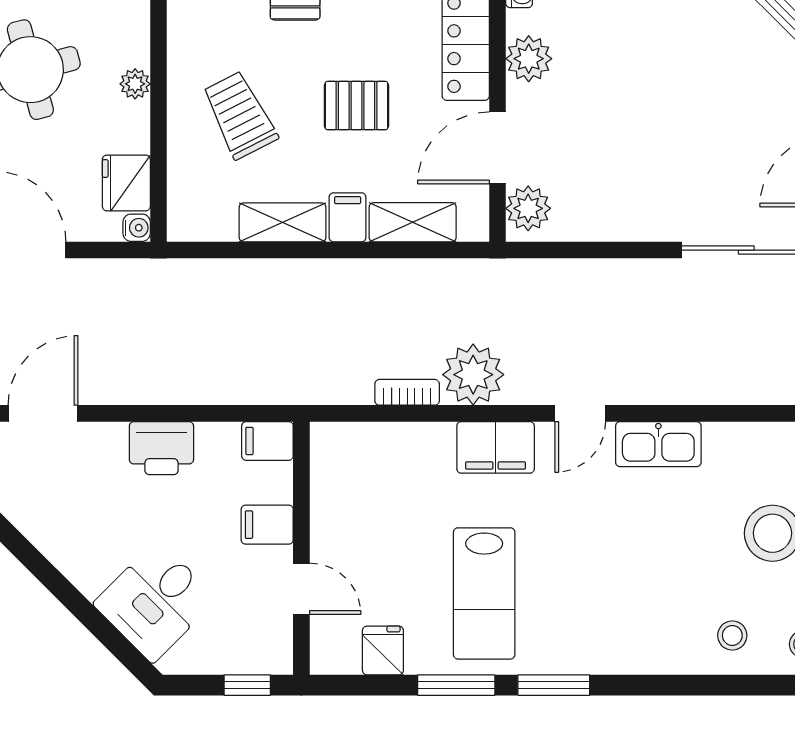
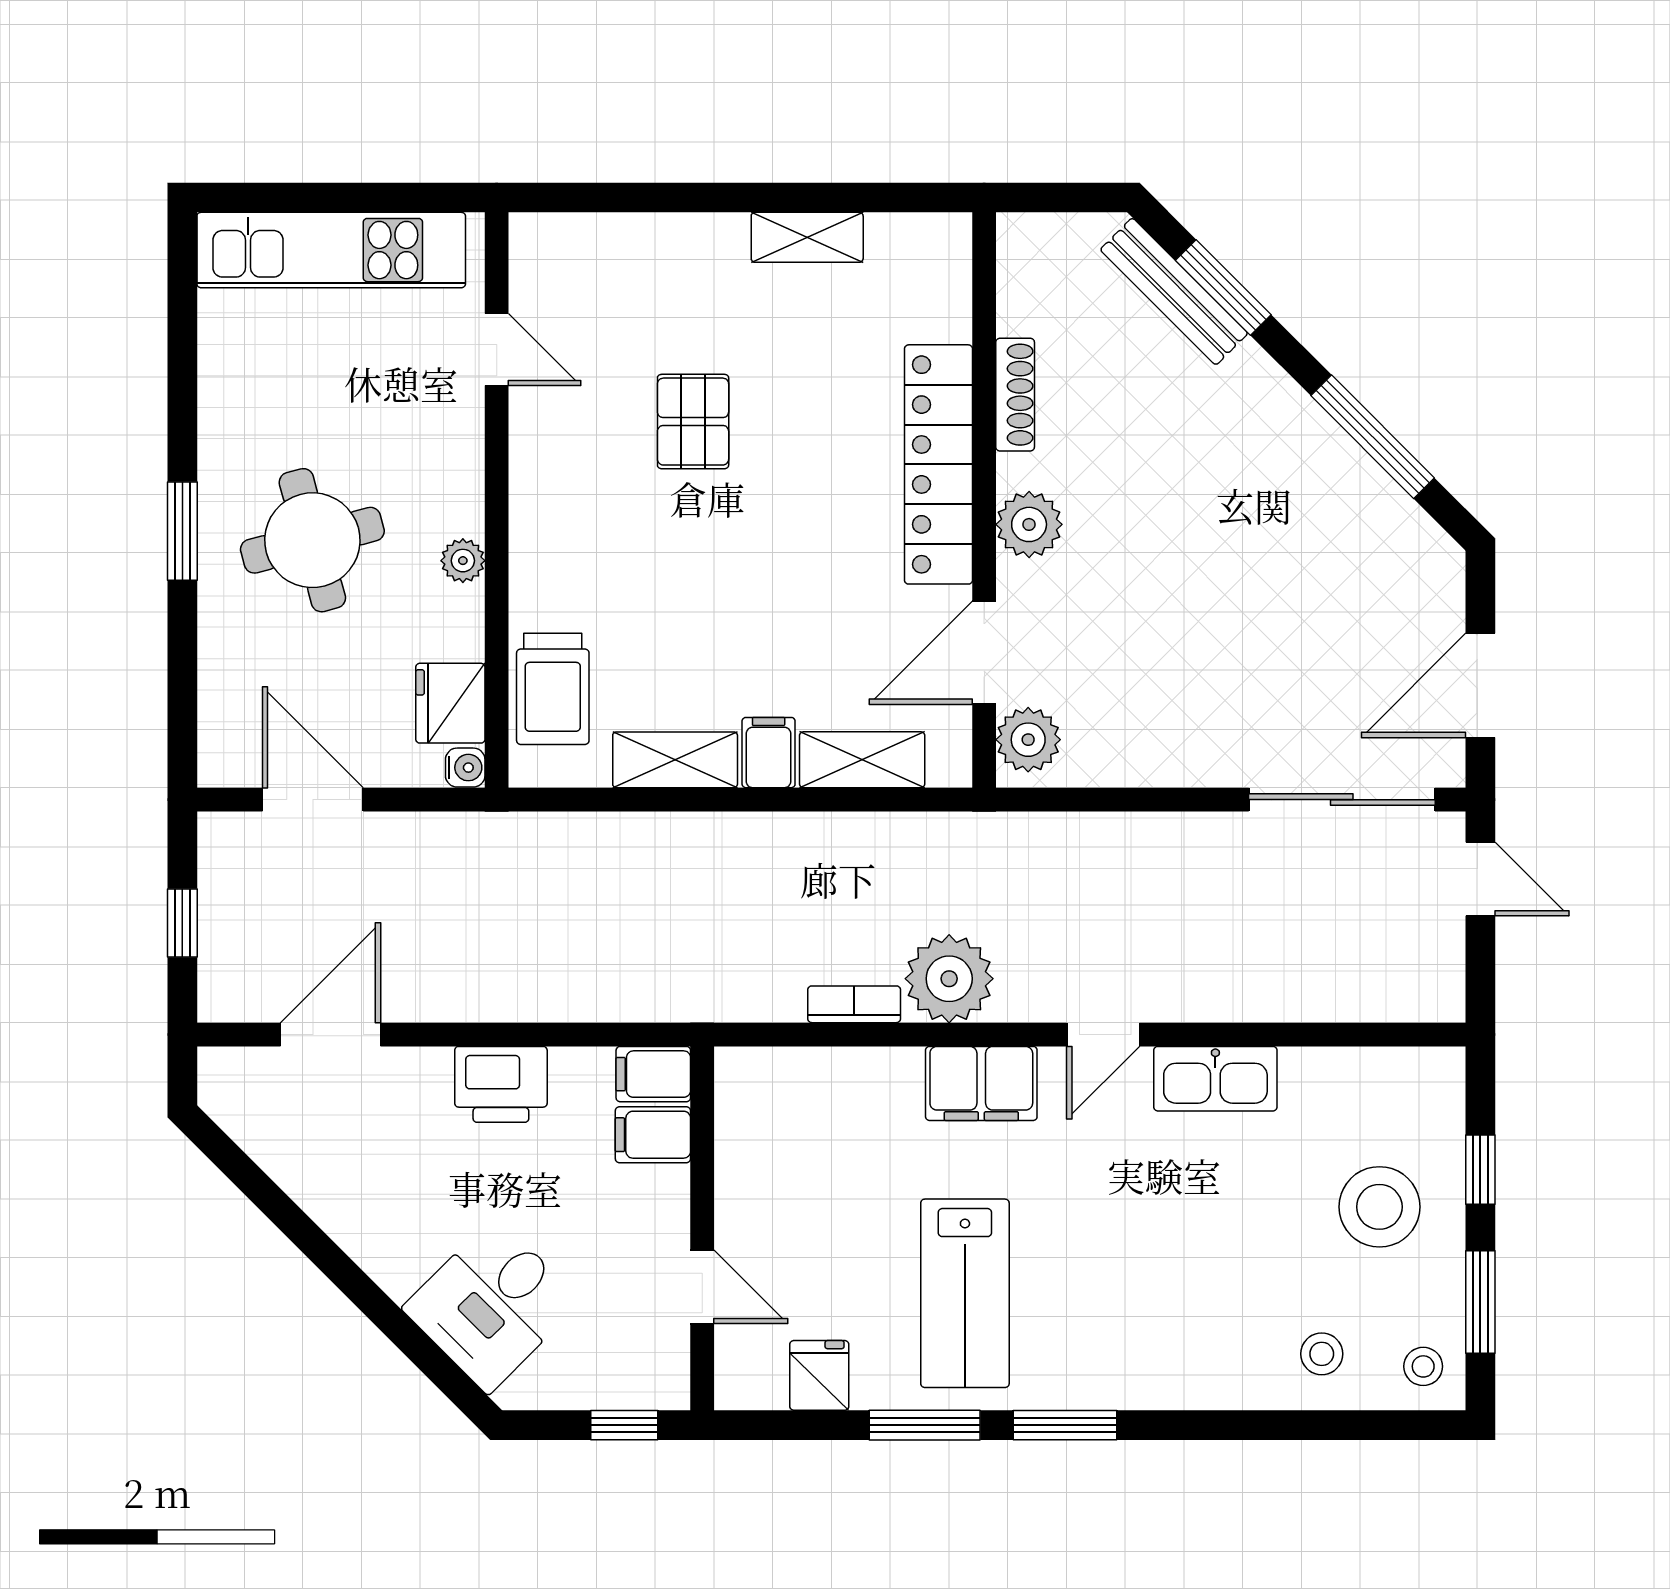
pallet: (356, 106) -> (781, 592), removed
trolley: (240, 115) -> (553, 689), moved, turned -153
filing cabinet: (267, 525) -> (653, 1135), moved

